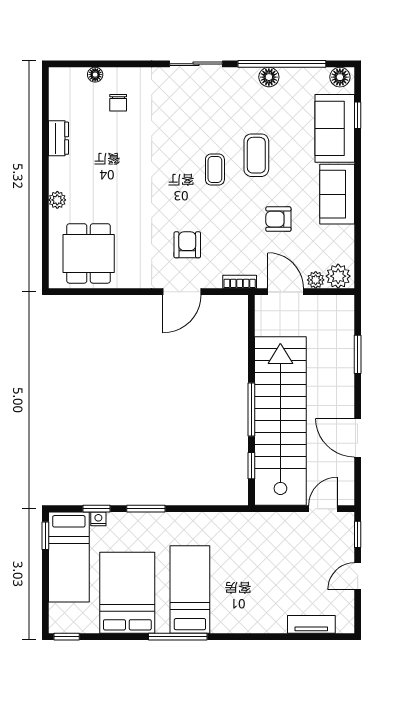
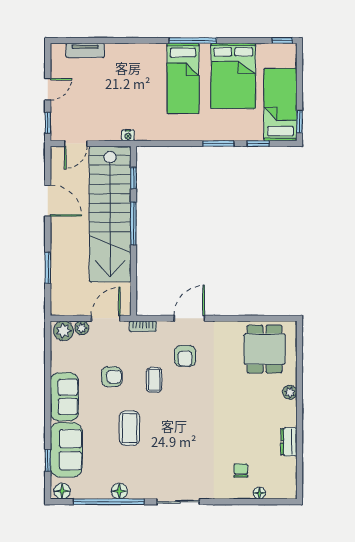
coffee table: (215, 170) -> (154, 380), moved
door: (286, 292) -> (106, 318), swing flipped
nightstand: (98, 519) -> (128, 135), moved

